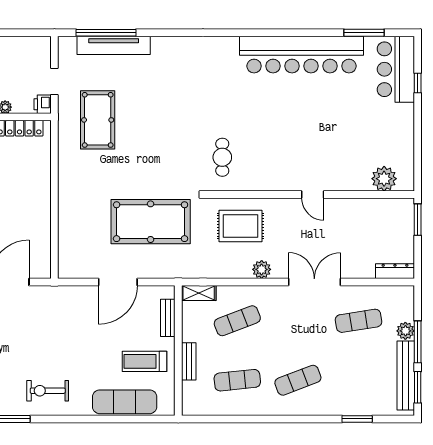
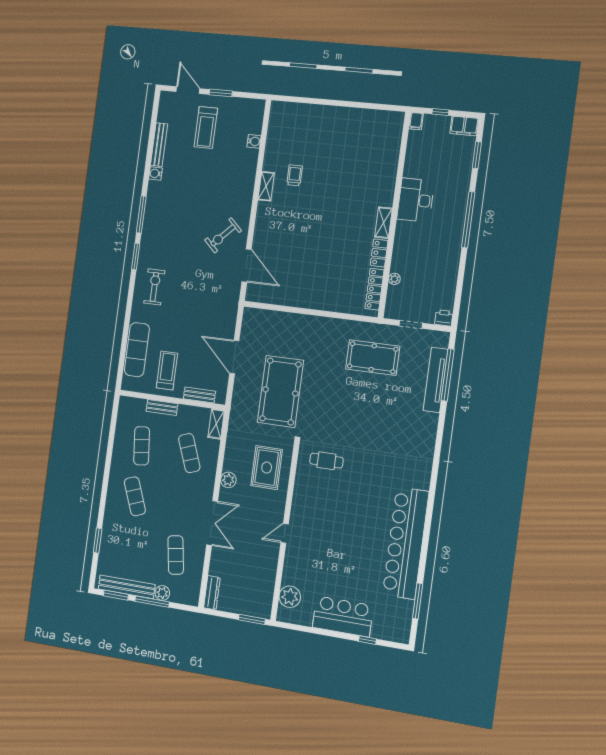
bar counter: (396, 69) -> (343, 616), moved
printer: (43, 104) -> (444, 318), moved

